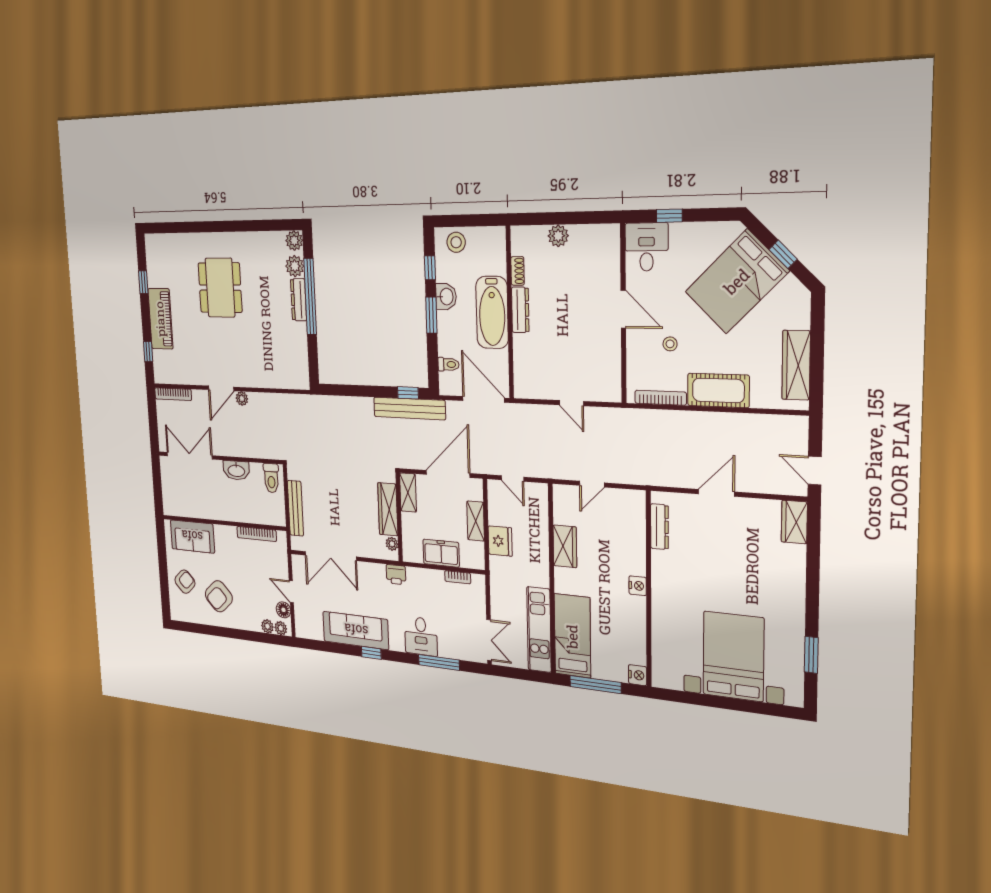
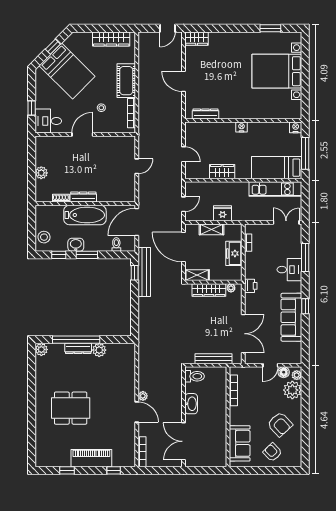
plant: (295, 266) -> (99, 350), moved
plant: (267, 626) -> (292, 390), width x1.88, depth x1.88

